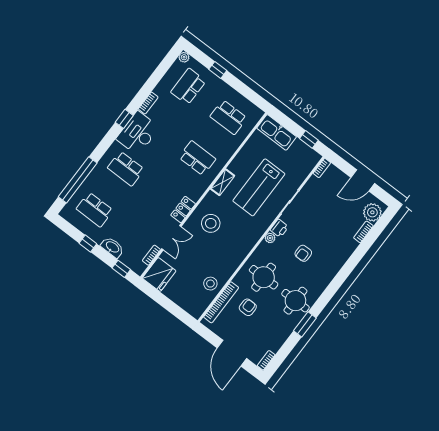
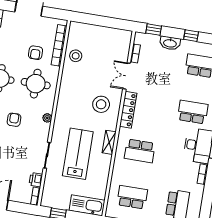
locker: (183, 210) -> (128, 110), width x1.53
printer: (279, 228) -> (36, 180), moved
fridge: (159, 275) -> (121, 41), removed

